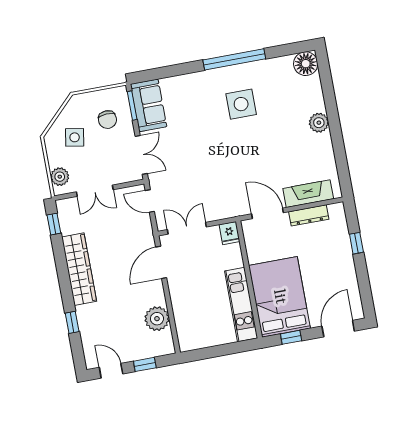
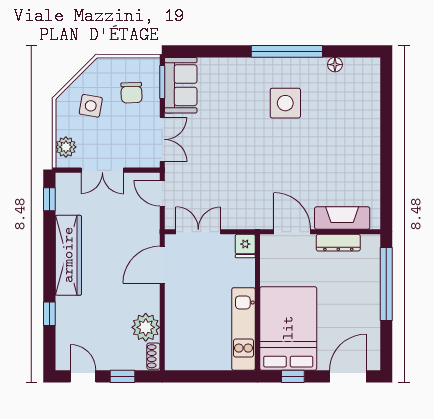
floor lamp: (306, 64) -> (335, 65), moved, width x0.53, depth x0.53
plant: (319, 123) -> (369, 140), removed
window: (356, 243) -> (386, 284), width x3.17
shoe rack: (168, 342) -> (153, 356), added

